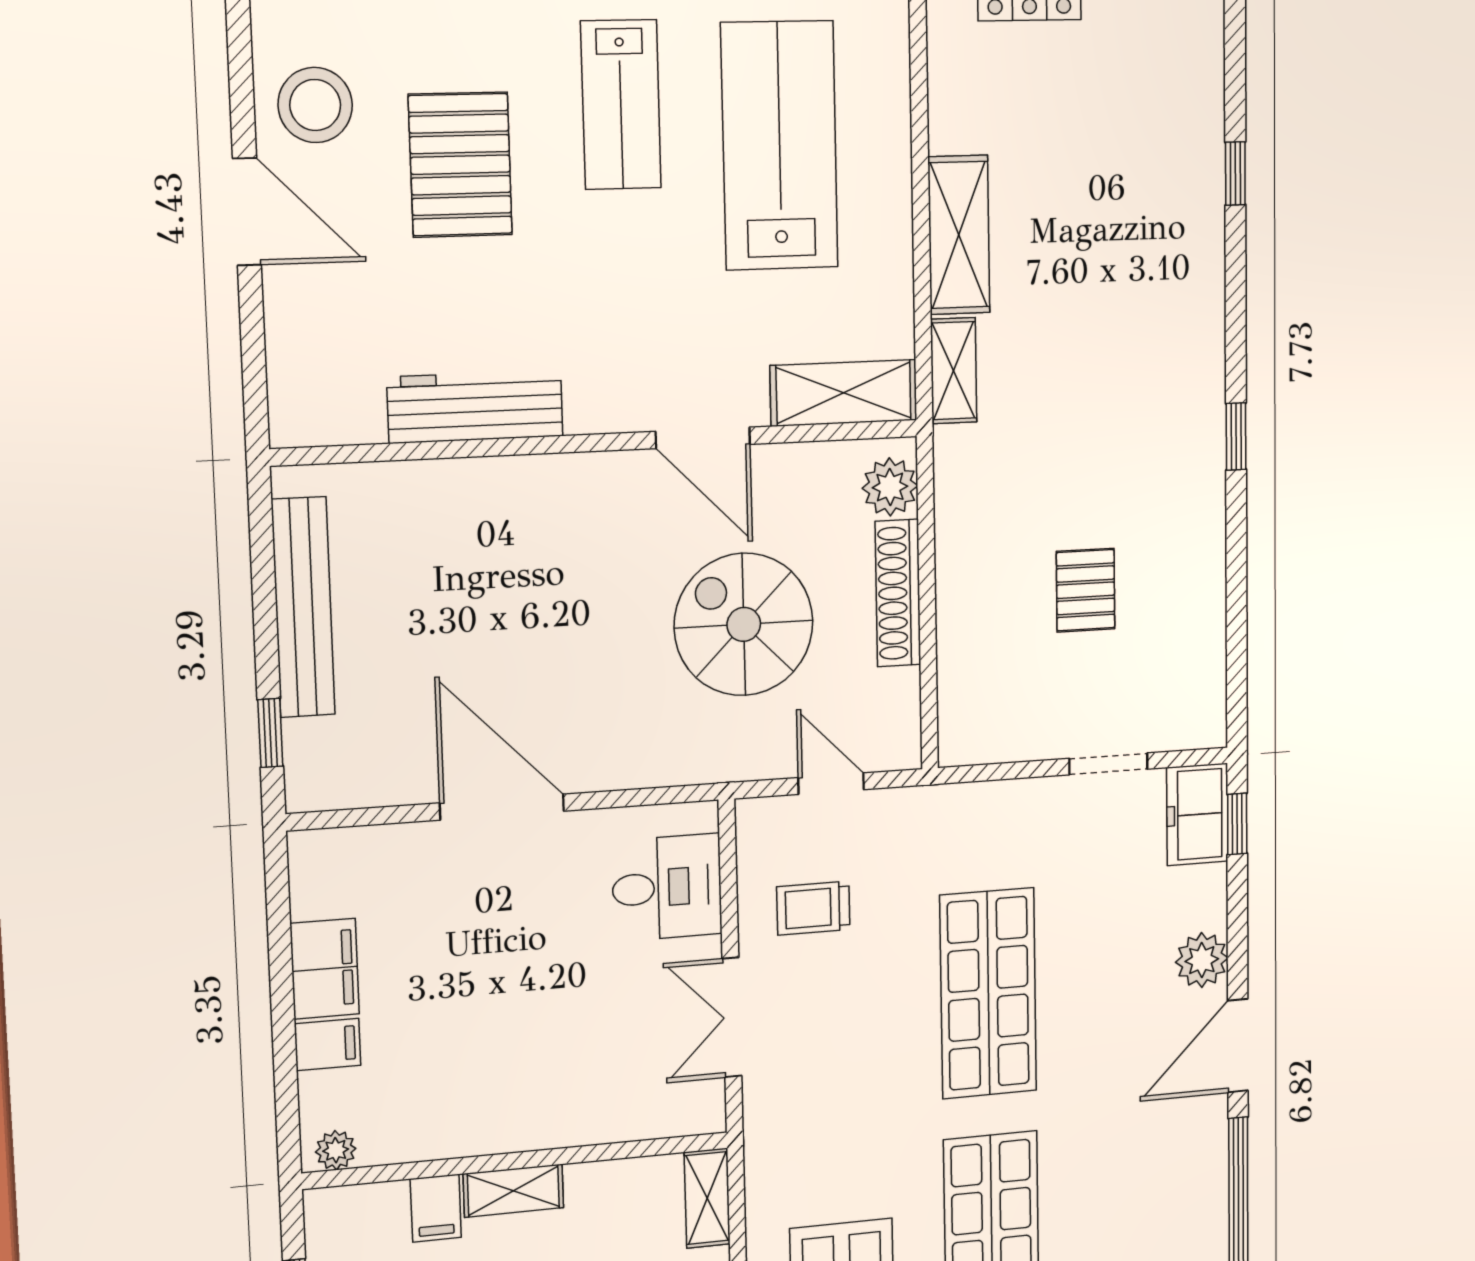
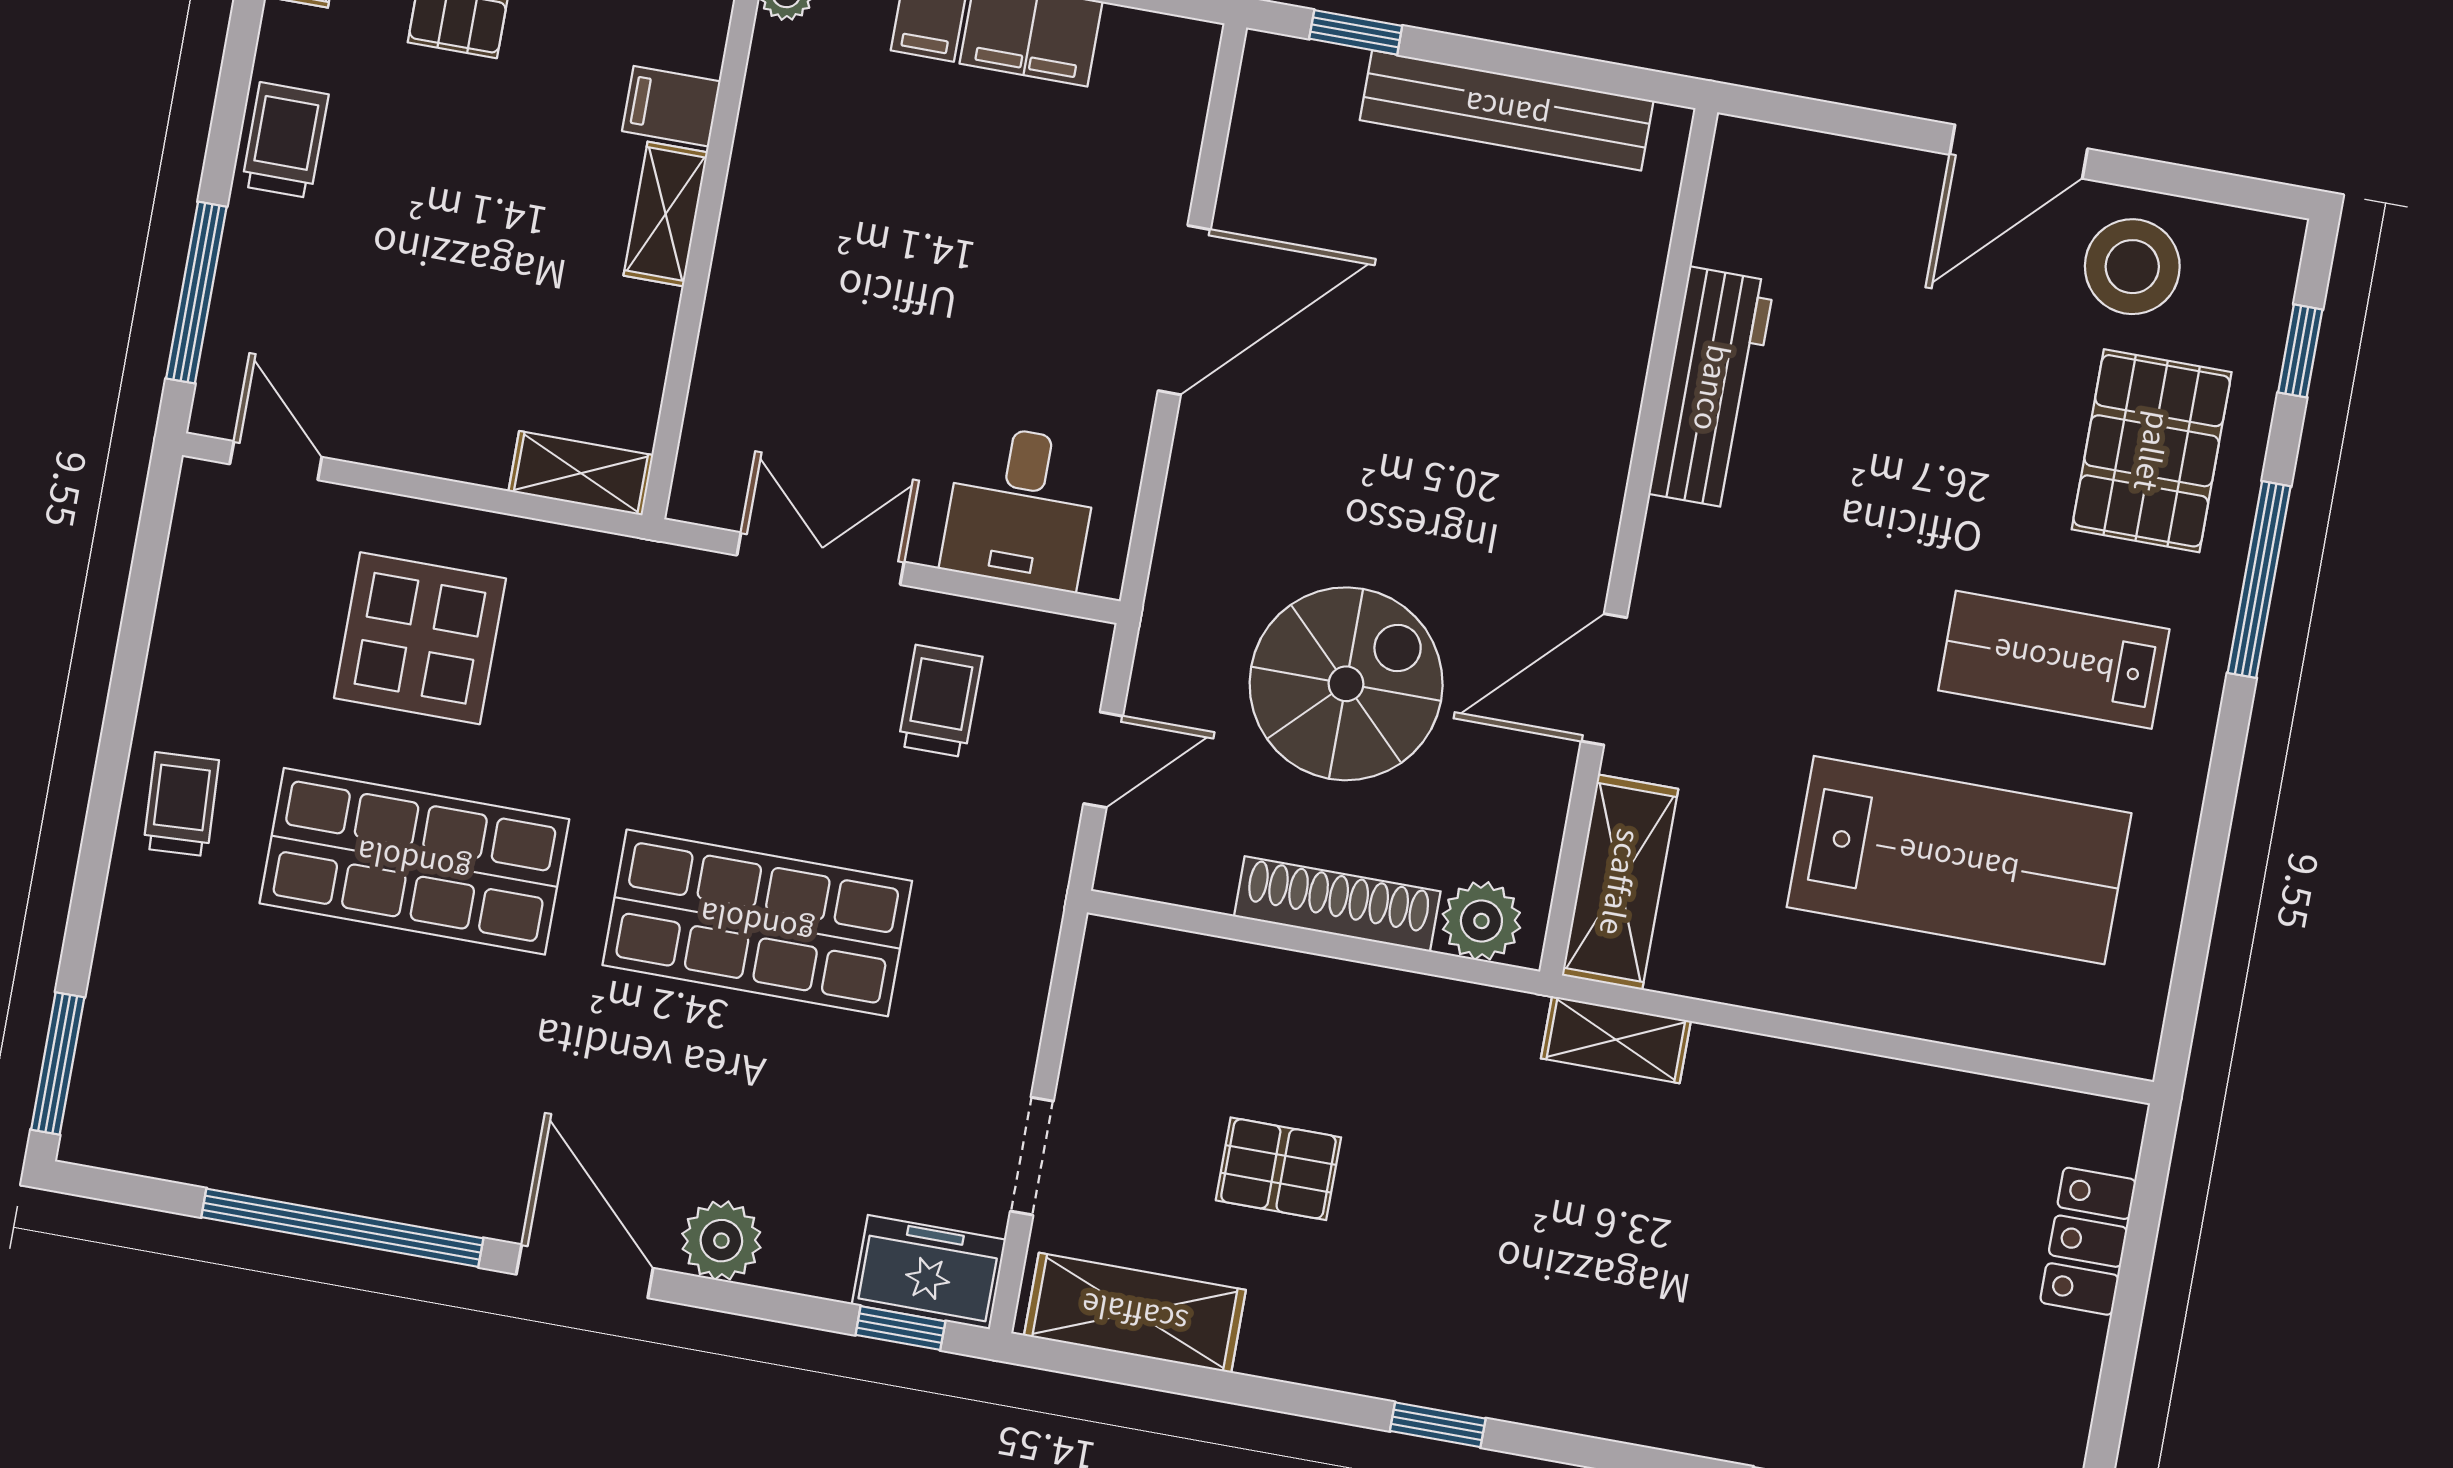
pallet: (460, 165) -> (2152, 451), moved, turned 90
shelving: (959, 235) -> (1135, 1313), moved

